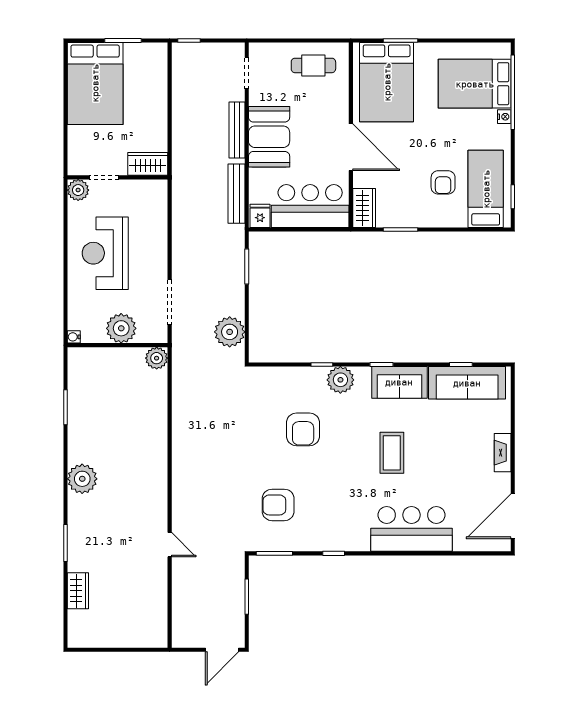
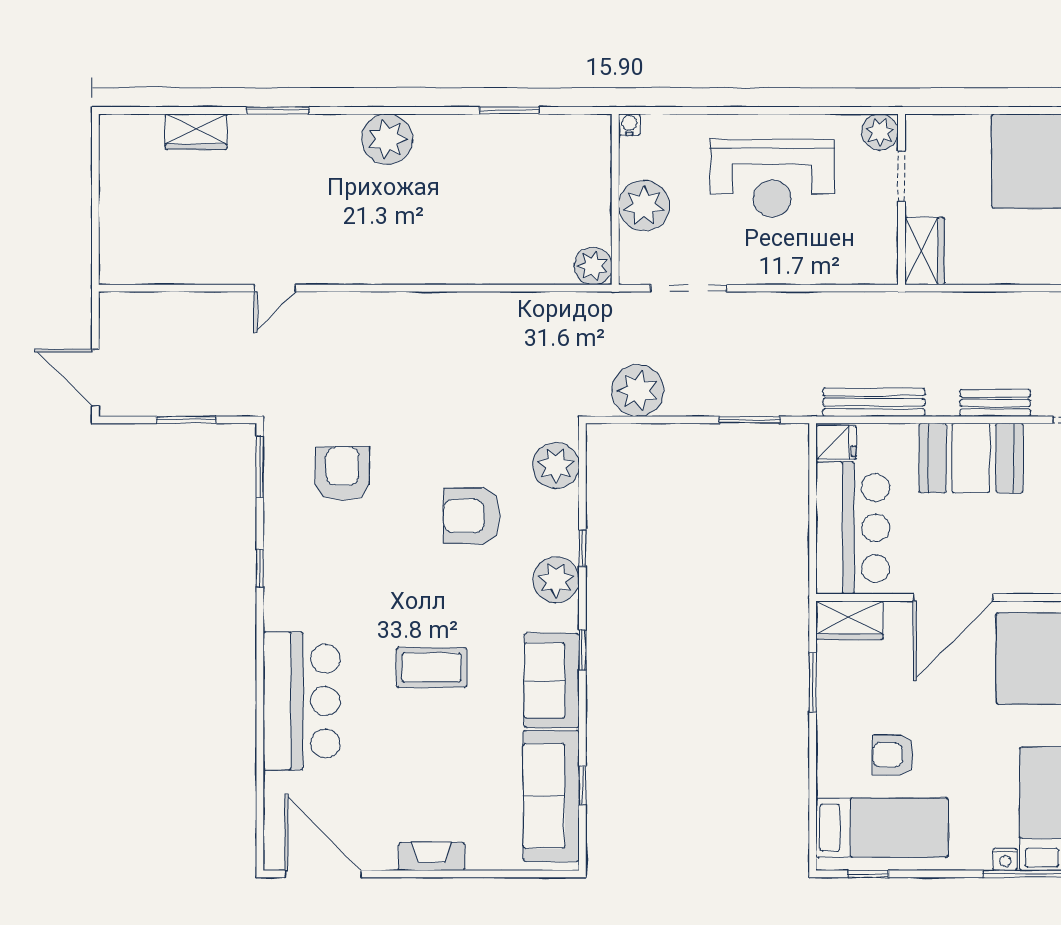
bench: (237, 130) -> (995, 403), width x0.73
reception desk: (105, 253) -> (772, 178), turned 180
plant: (273, 380) -> (556, 465), added

